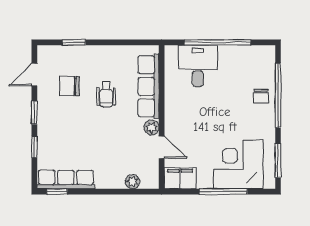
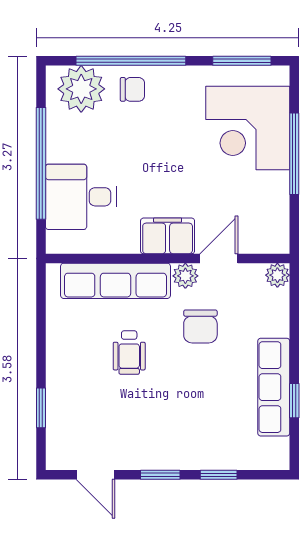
plant: (261, 66) -> (81, 89), added
chair: (69, 86) -> (200, 326), moved
wheelchair: (106, 94) -> (129, 353), turned 90
filing cabinet: (180, 178) -> (168, 236), moved, turned 90
row of seats: (66, 179) -> (274, 387), moved
plant: (133, 182) -> (277, 275), moved
window: (57, 192) -> (294, 401), moved

